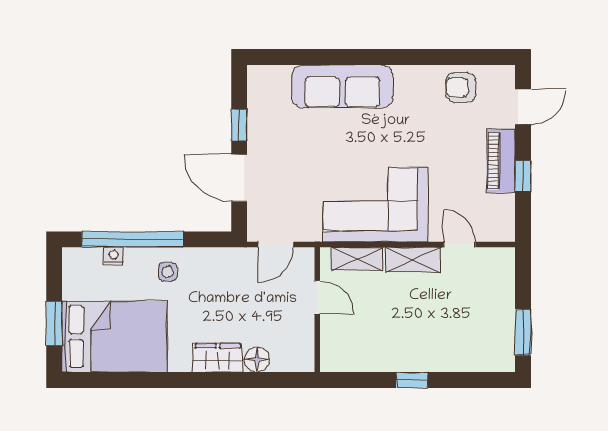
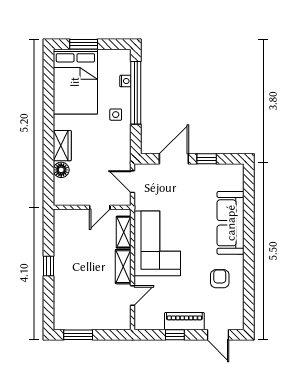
armchair: (461, 87) -> (220, 279), moved

